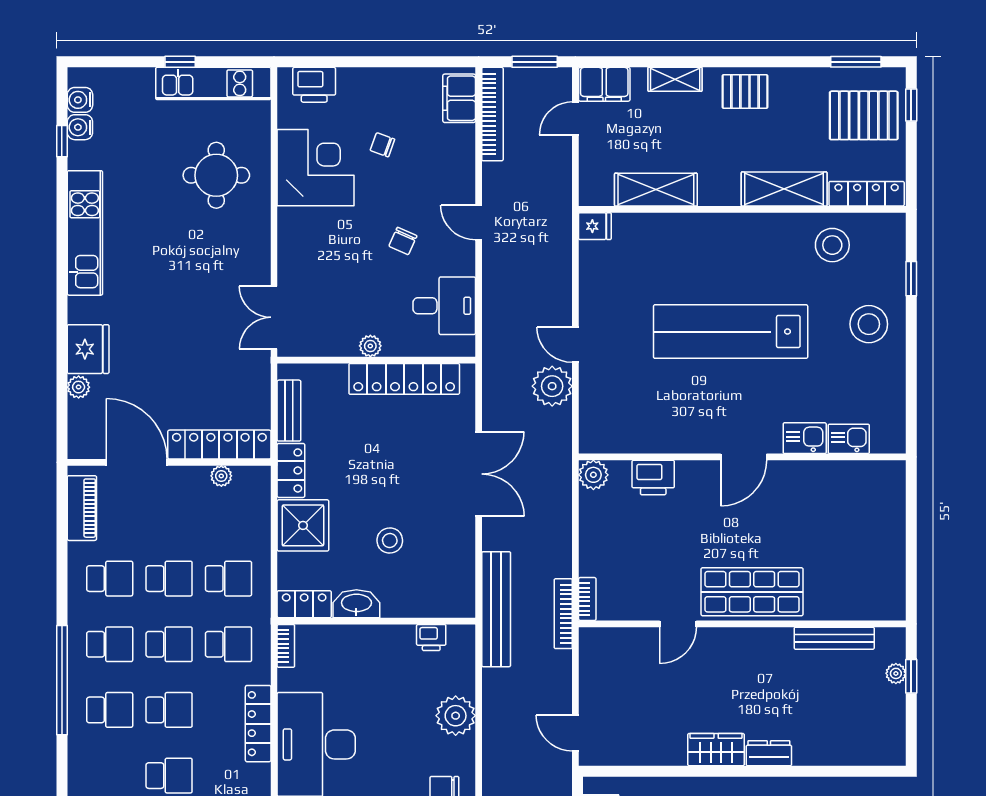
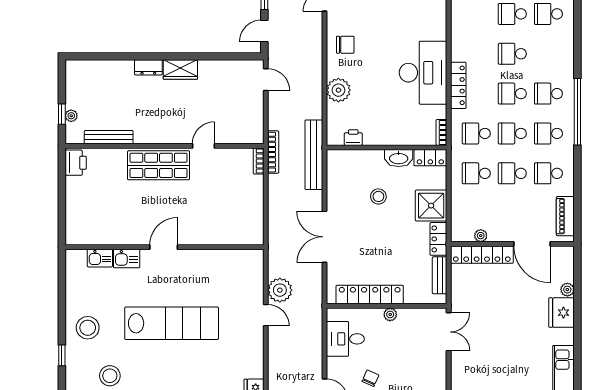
plant: (593, 475) -> (255, 236), removed
printer: (653, 478) -> (76, 163), moved, turned 90

